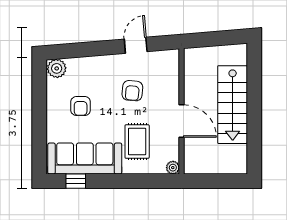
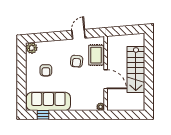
rug: (137, 142) -> (96, 55), moved

